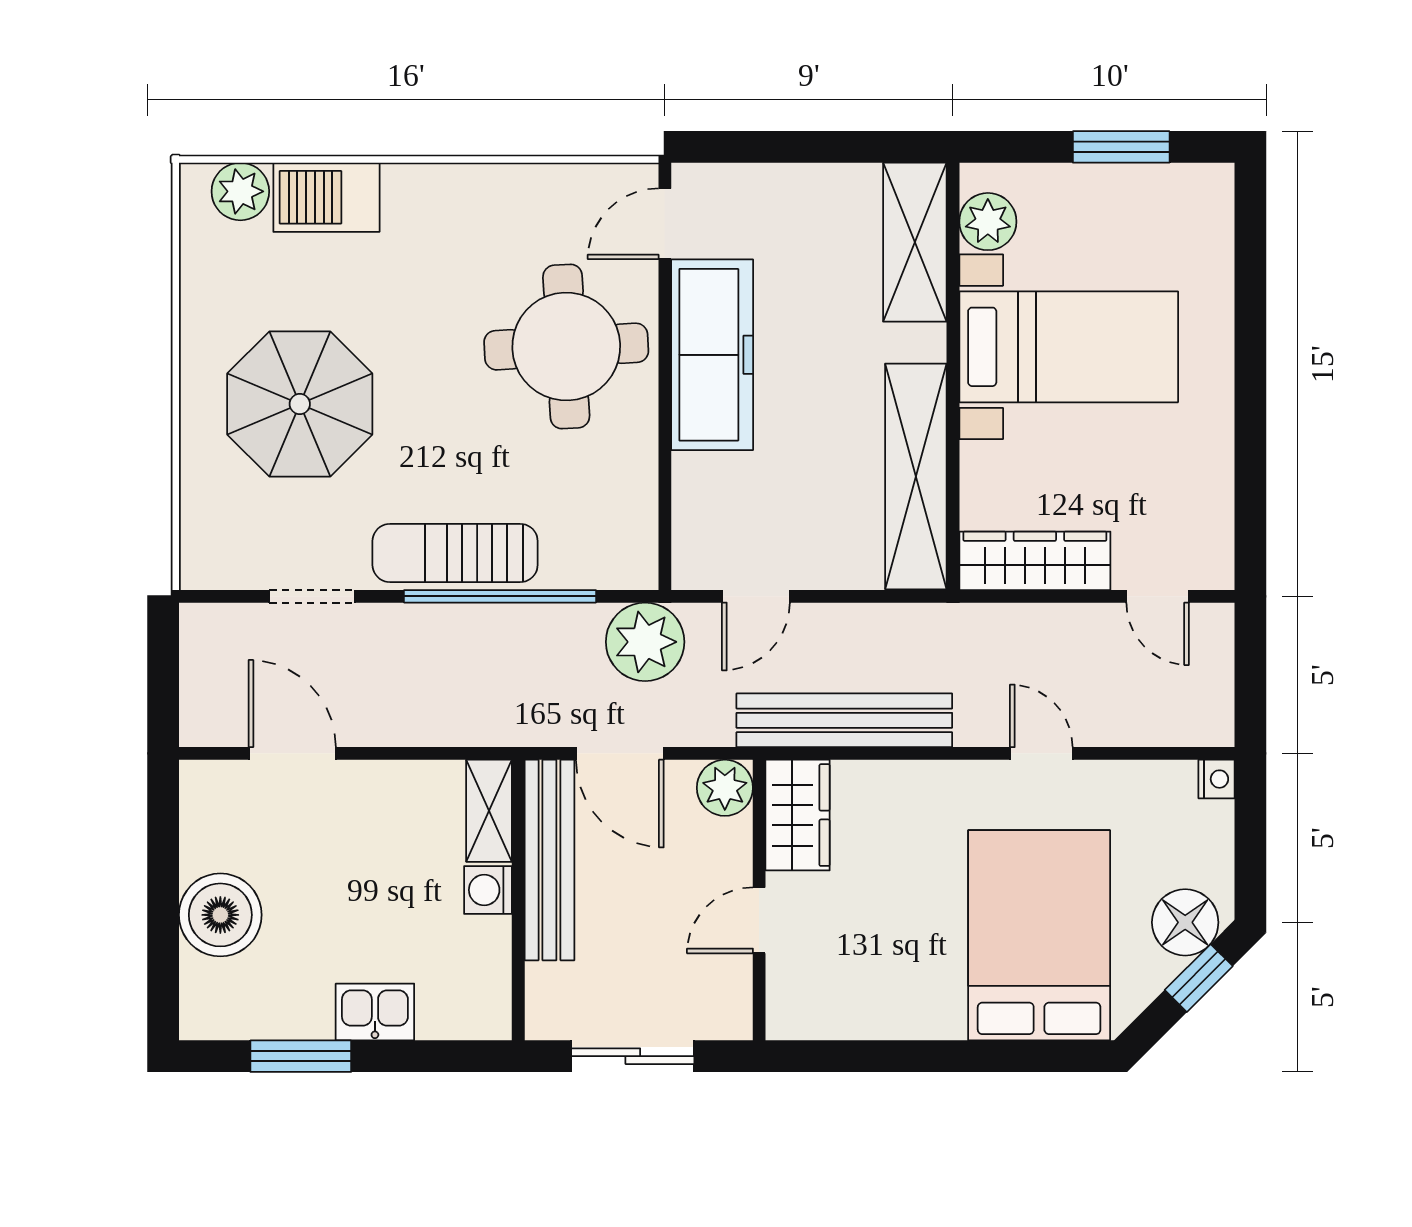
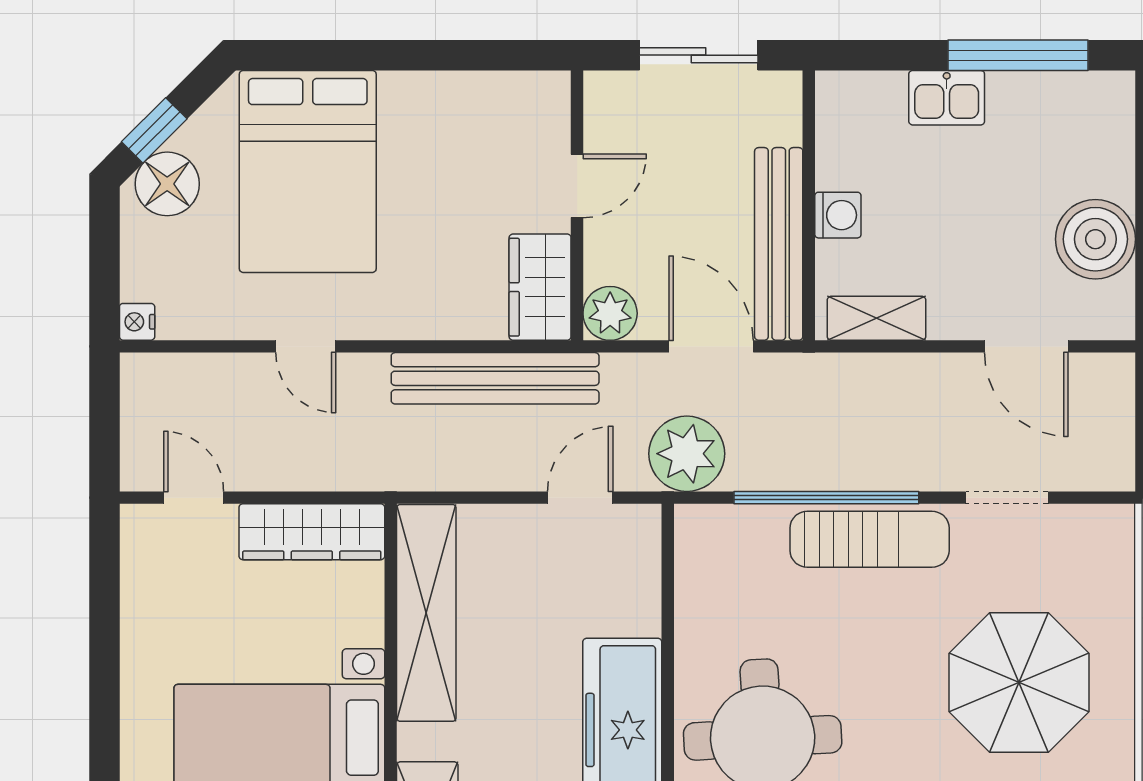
shelving: (489, 811) -> (876, 318), moved, turned 90
boiler: (220, 915) -> (1095, 239), moved
window: (301, 1056) -> (1018, 55), width x1.44

